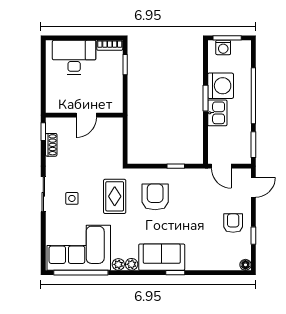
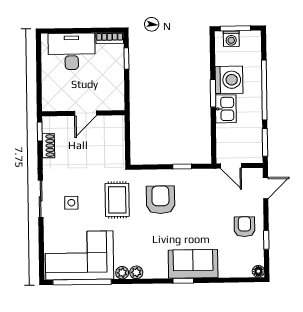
sofa: (162, 257) -> (193, 264), moved

